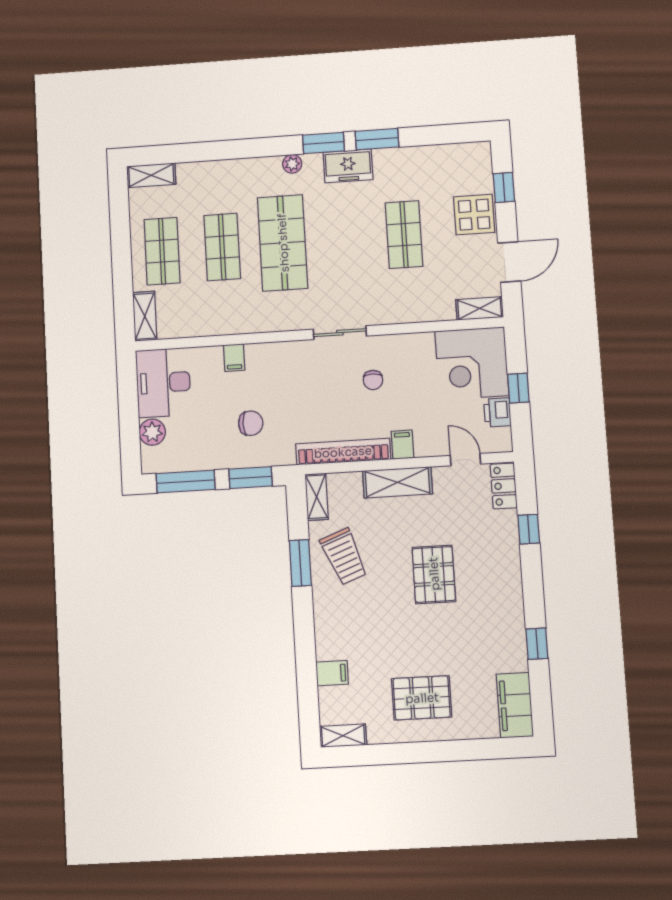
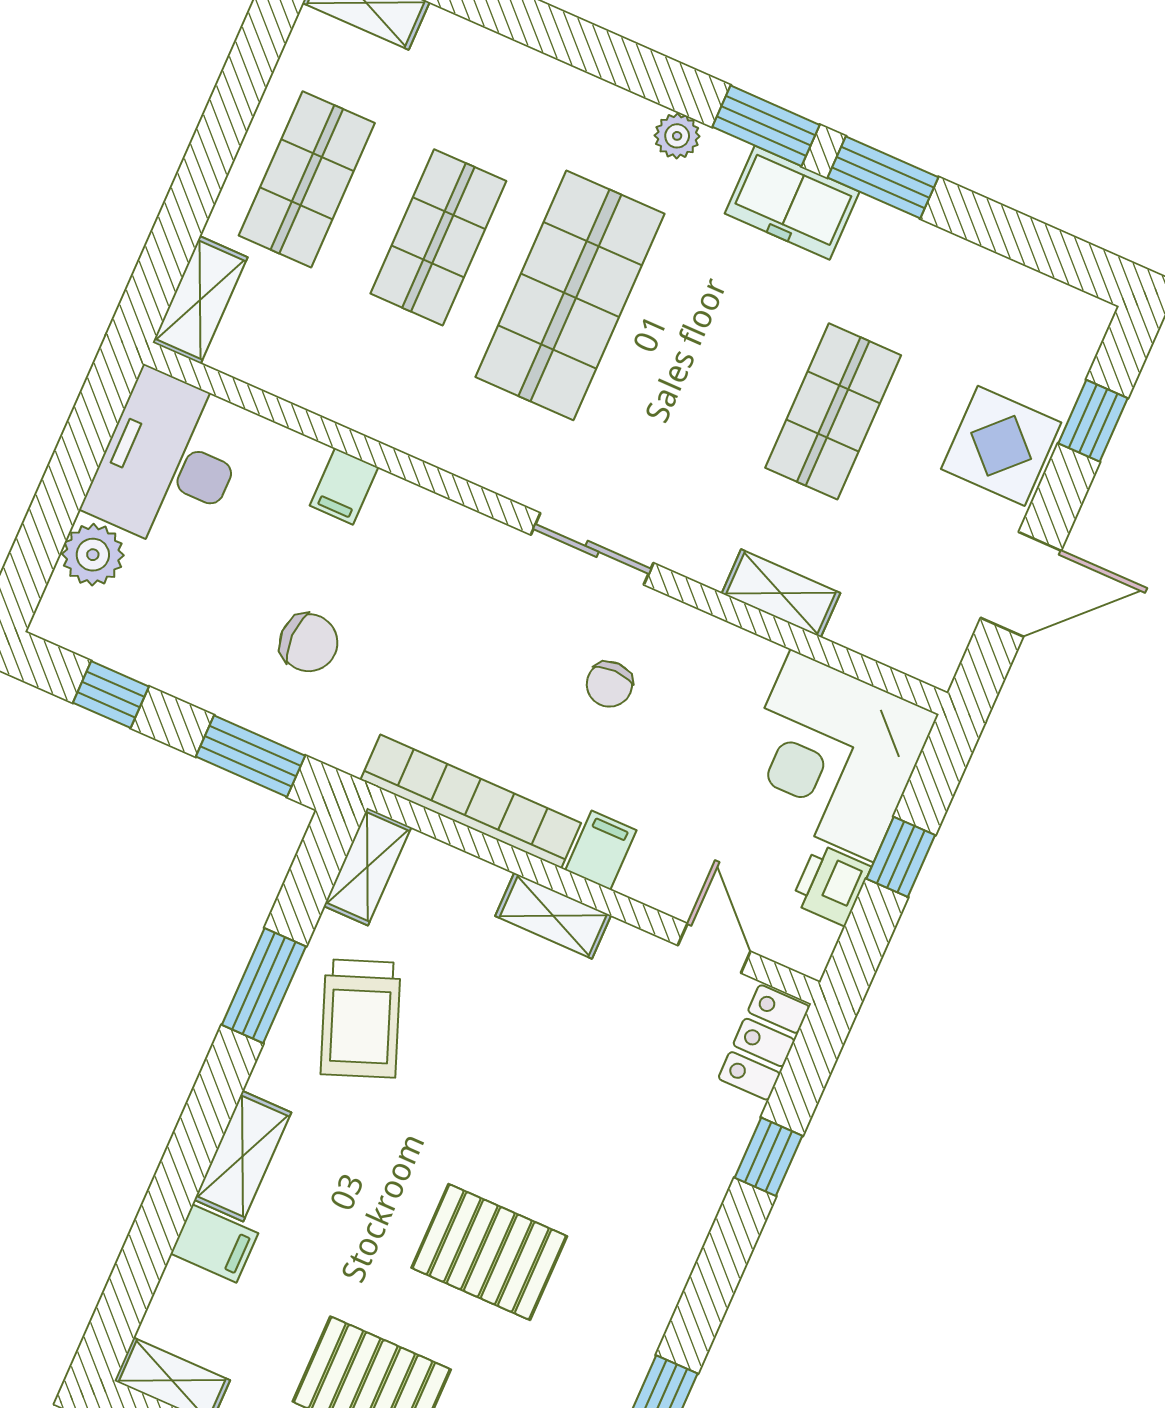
shelving: (480, 308) -> (781, 593), moved
window: (186, 482) -> (111, 695), width x0.46
shelving: (397, 482) -> (553, 916), width x0.67, depth x0.75
pallet: (434, 574) -> (489, 1252), moved, turned 90
shelving: (326, 633) -> (243, 1156), added

